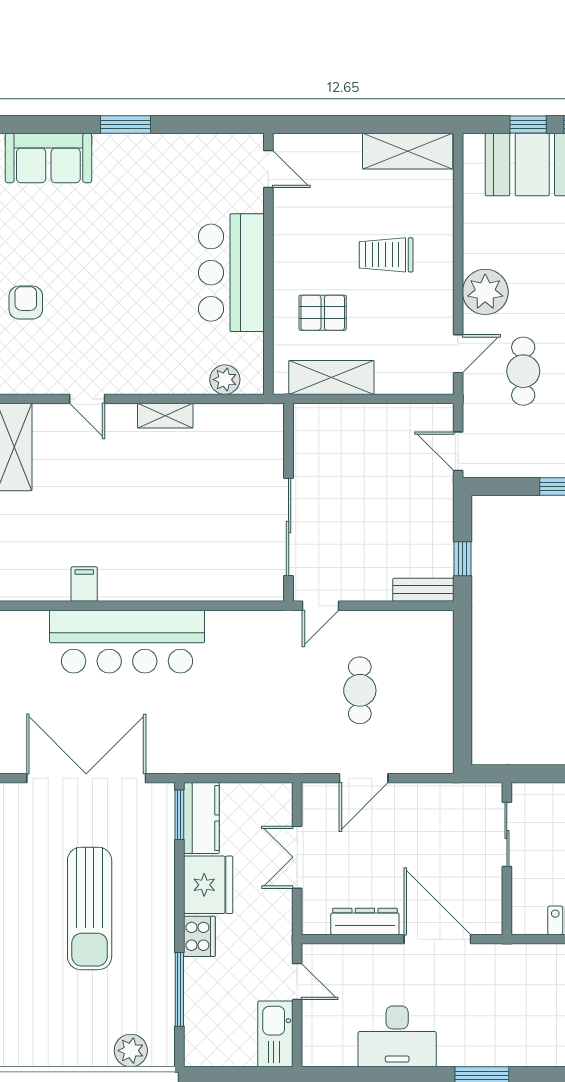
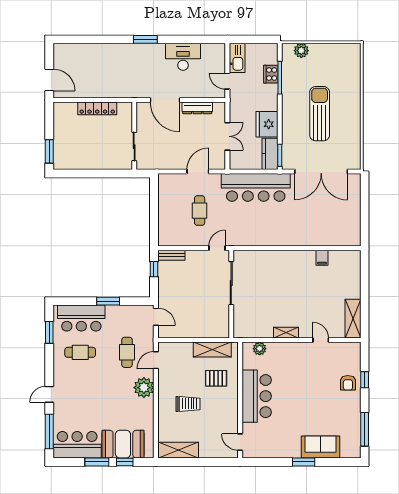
sofa: (48, 158) -> (320, 447), moved
bar counter: (127, 642) -> (256, 187), moved, turned 180
cooker: (199, 936) -> (271, 74), moved

